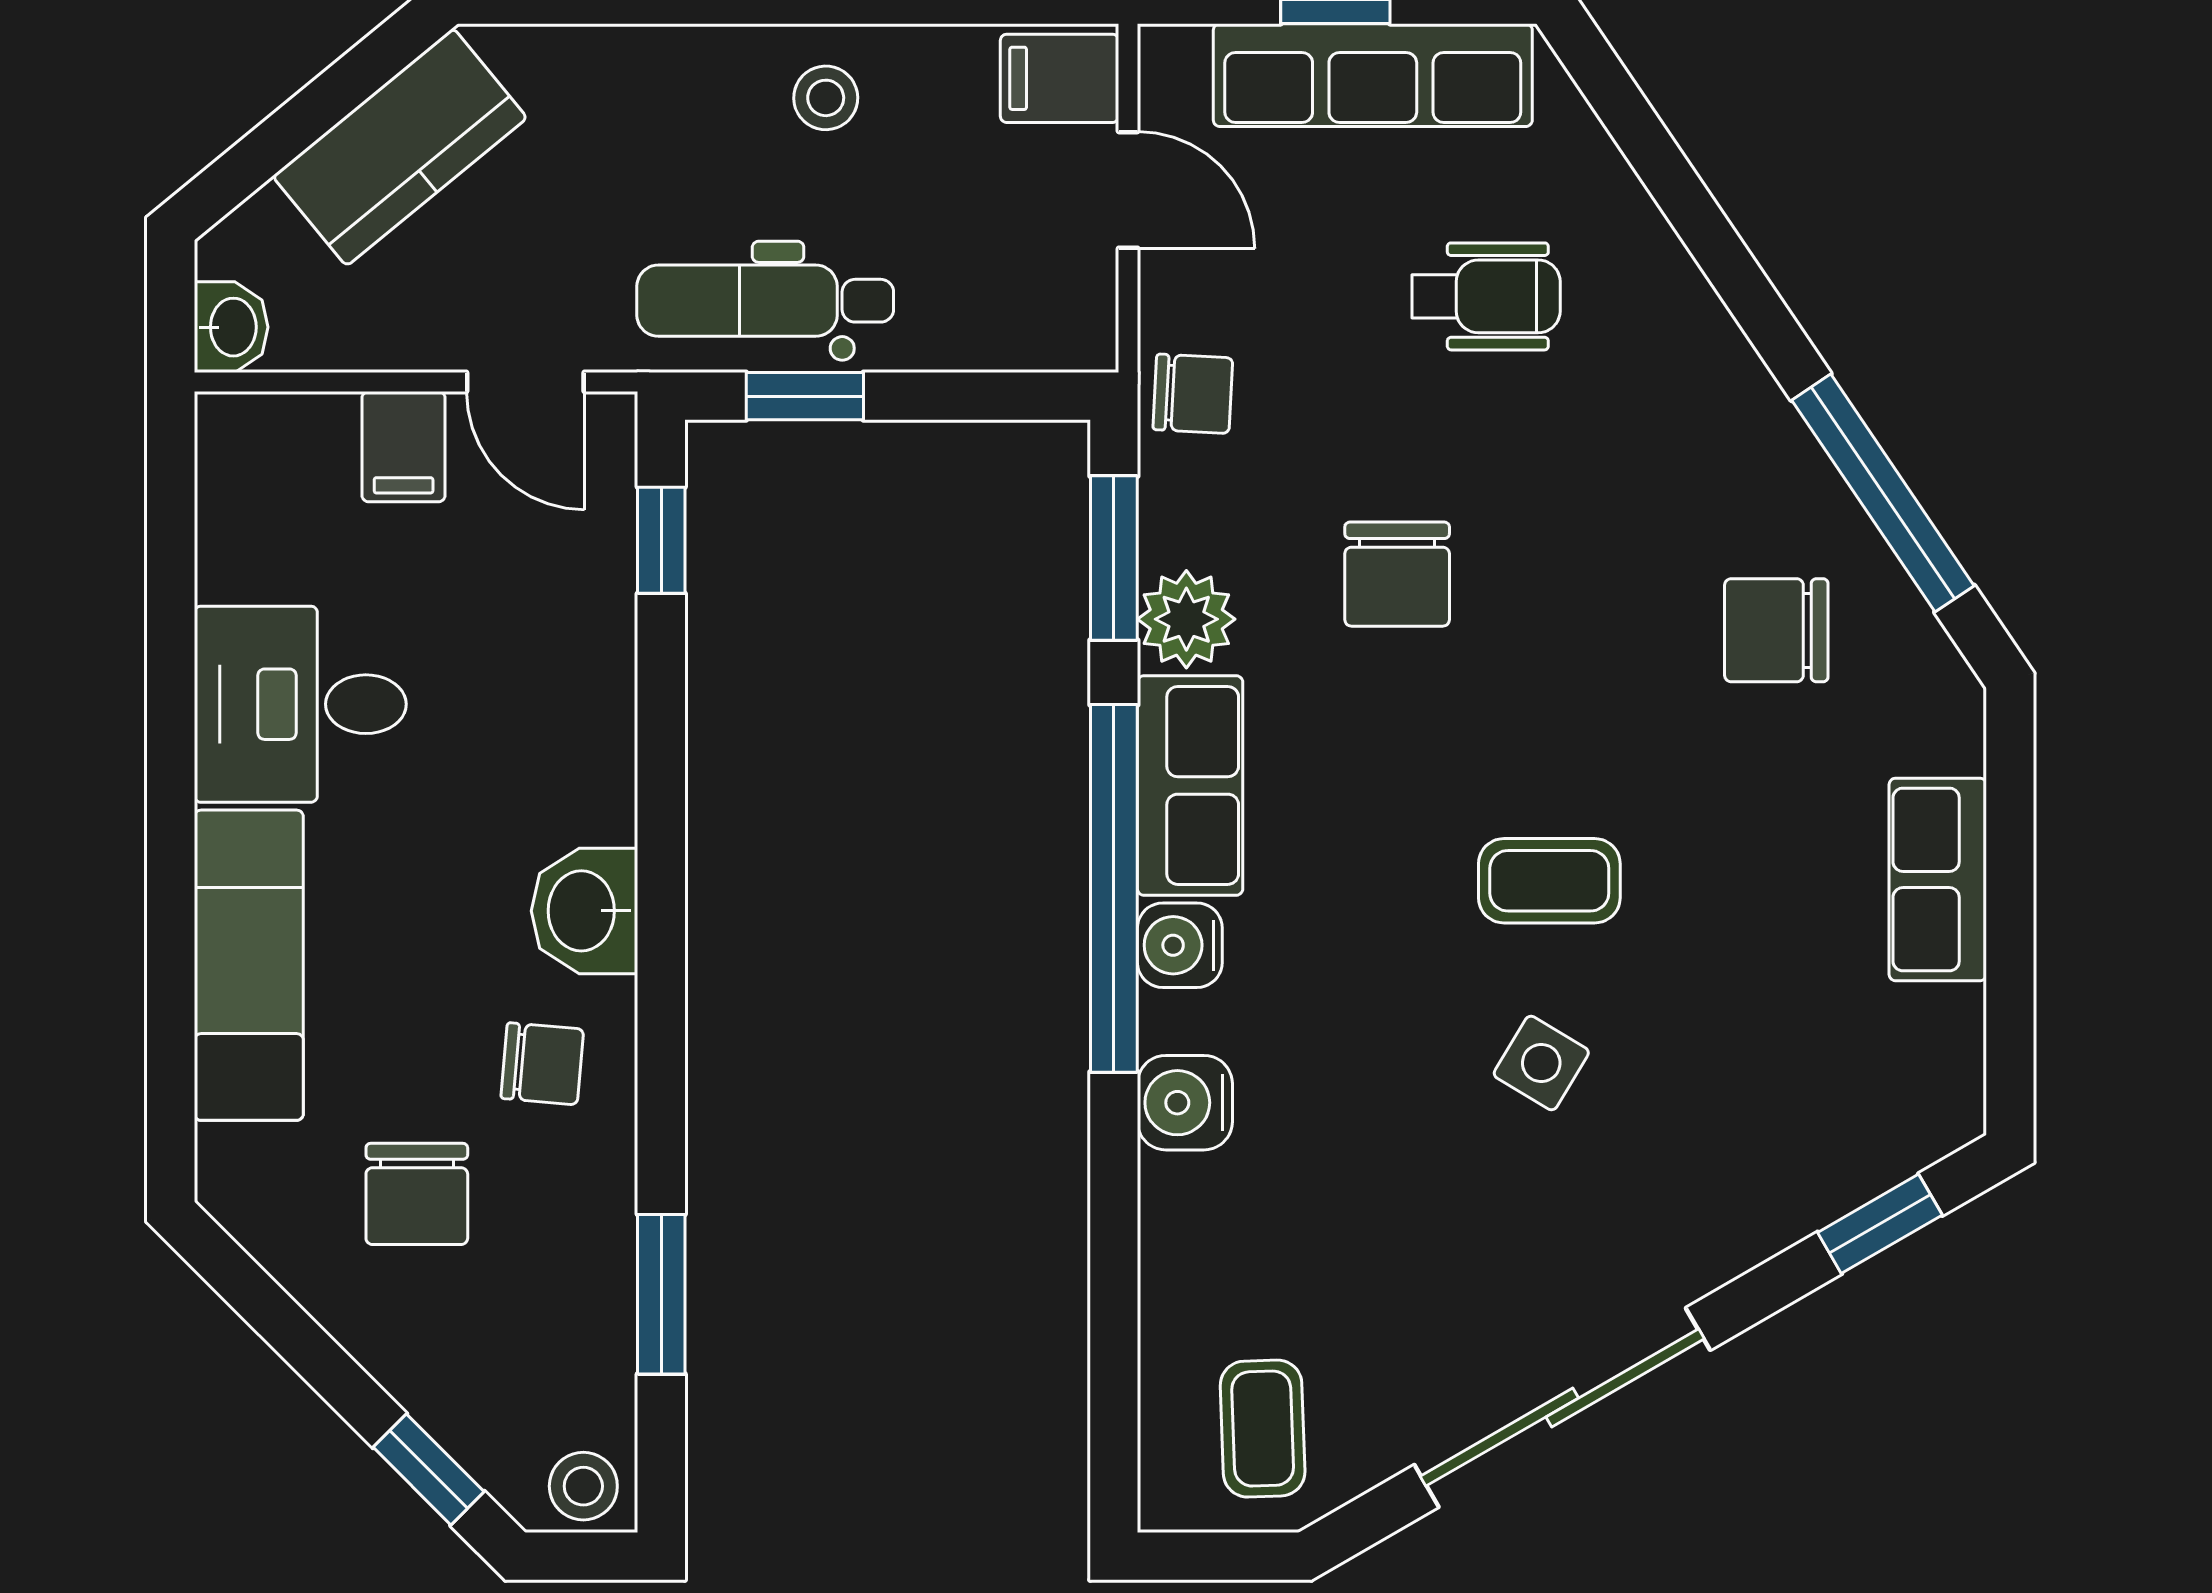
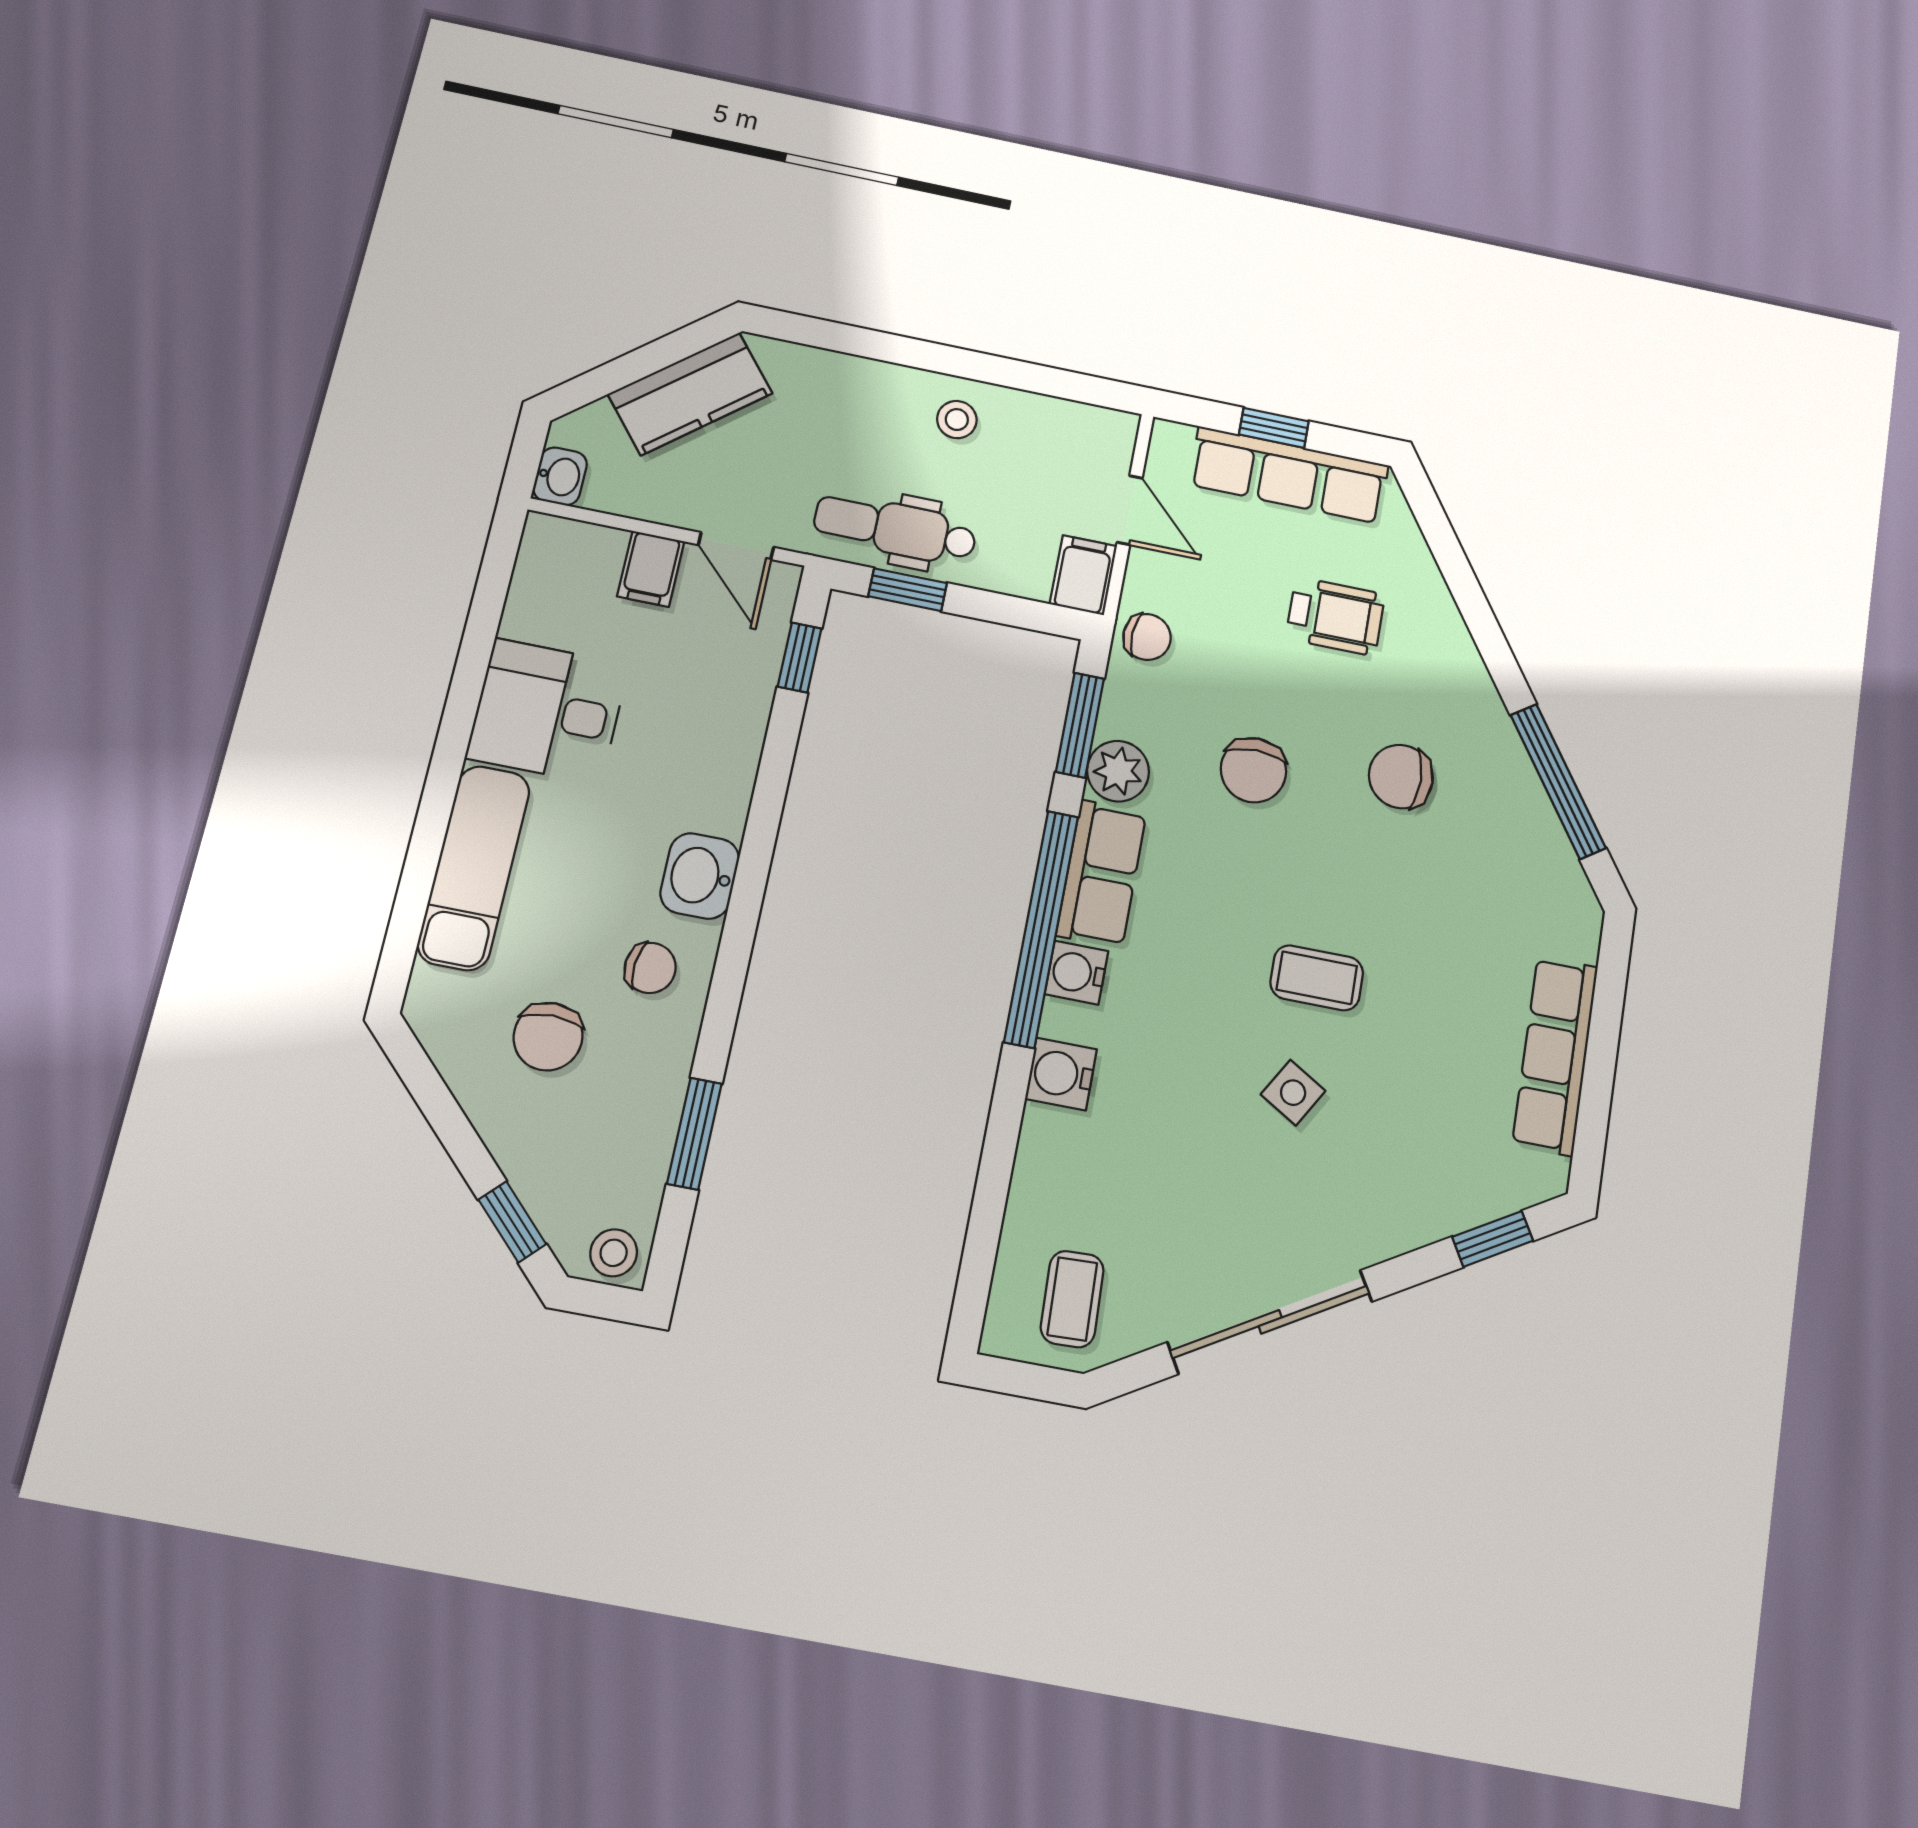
filing cabinet: (1060, 78) -> (1083, 575), moved, turned 90
chair: (1776, 630) -> (1401, 777), moved
row of seats: (1938, 879) -> (1555, 1055), width x1.48

